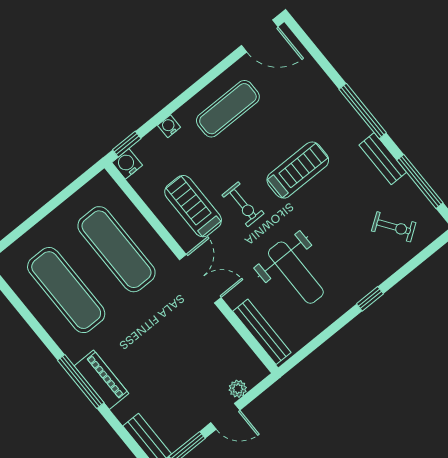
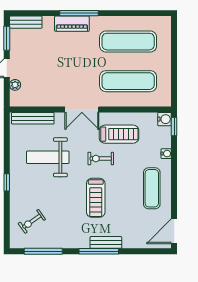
bench: (383, 159) -> (106, 242), moved

